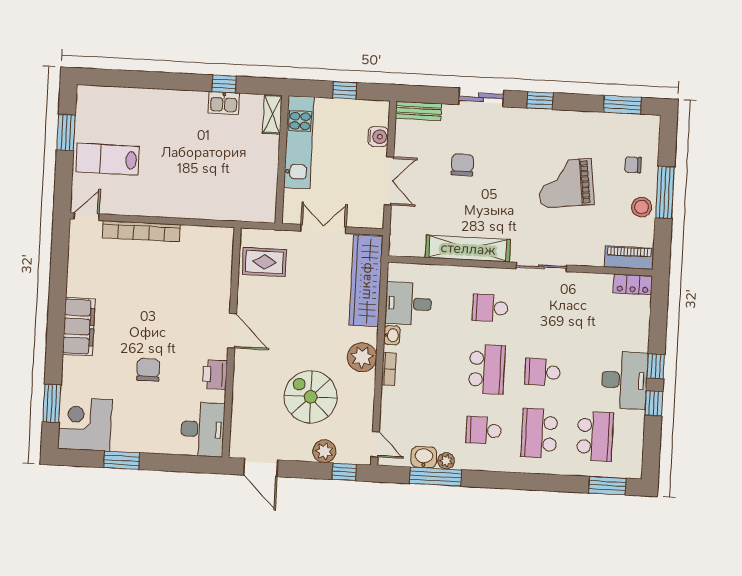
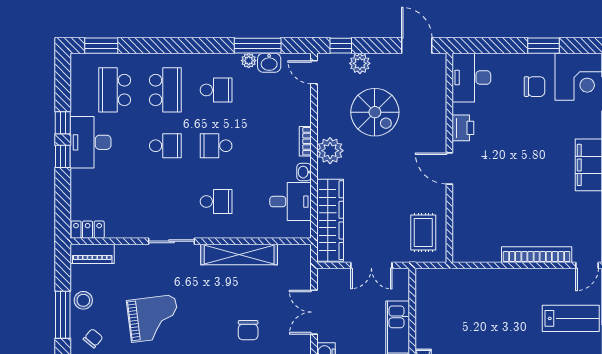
chair: (633, 165) -> (93, 338), turned -50
rug: (264, 262) -> (423, 232), turned 90
school desk: (487, 369) -> (216, 146), width x0.54
chair: (148, 370) -> (534, 87), moved, turned -90

